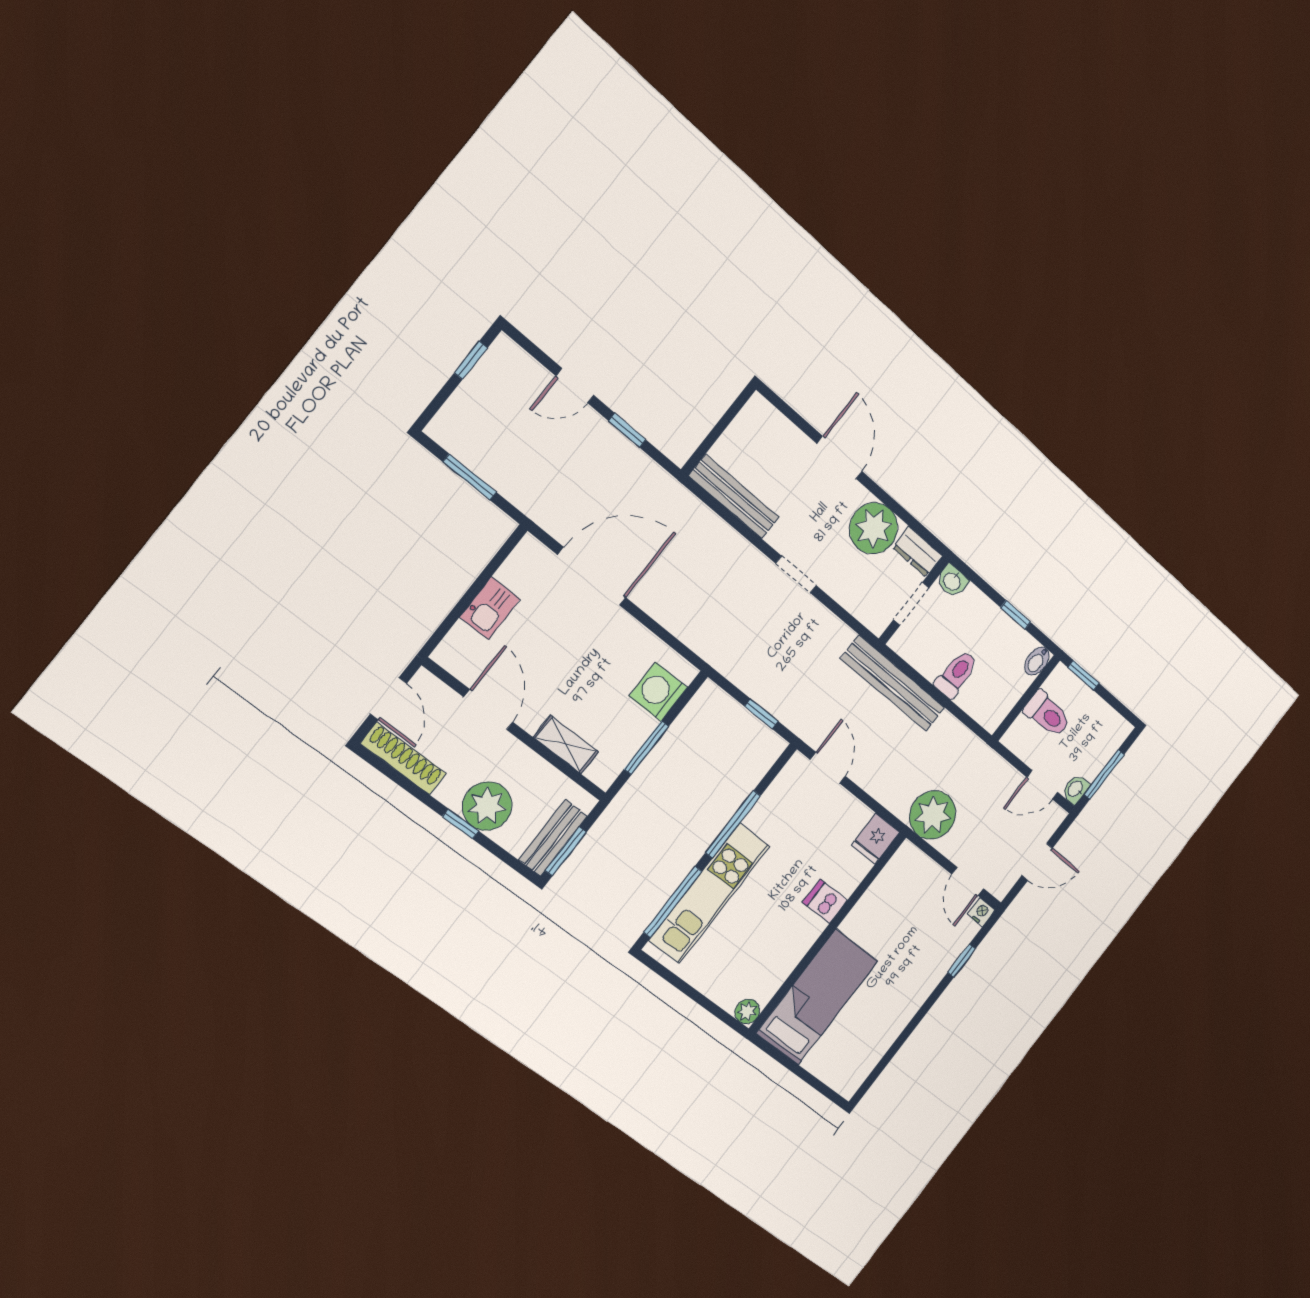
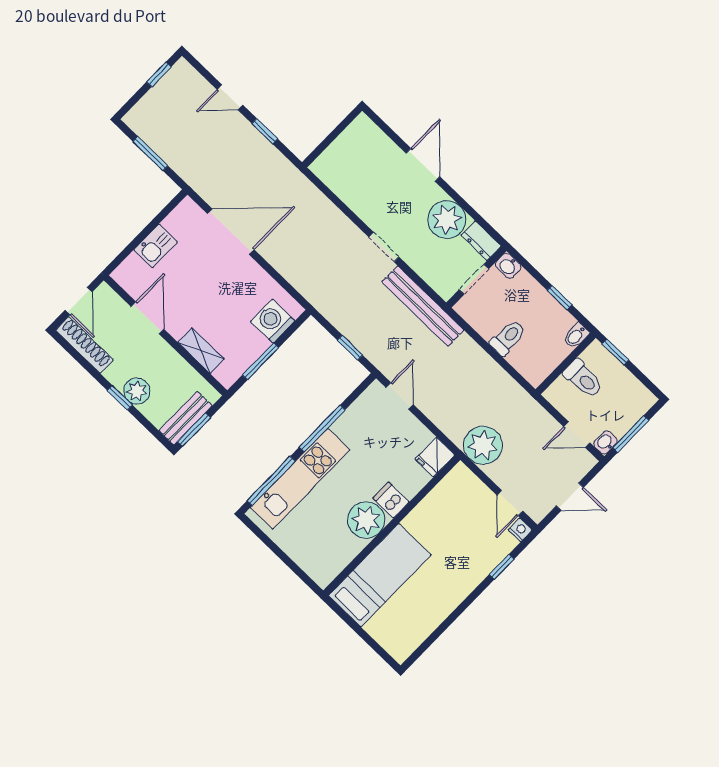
bench: (734, 496) -> (340, 185), removed
bench: (893, 683) -> (423, 306), moved
plant: (487, 806) -> (137, 391), width x0.73, depth x0.73
plant: (747, 1011) -> (366, 520), moved, width x1.87, depth x1.87

